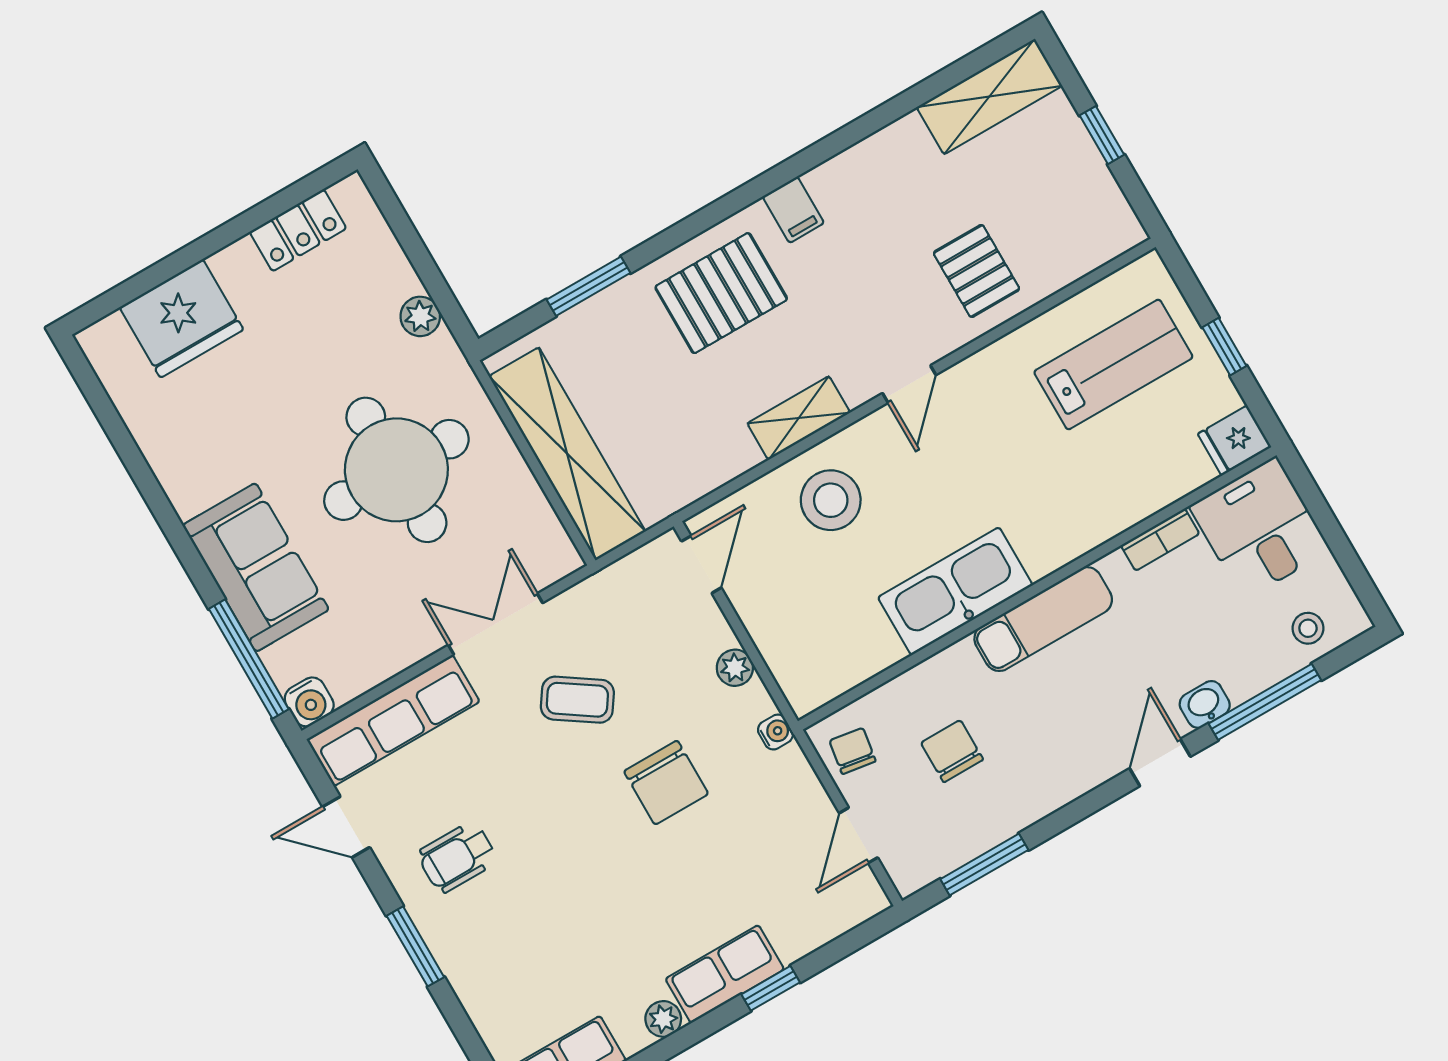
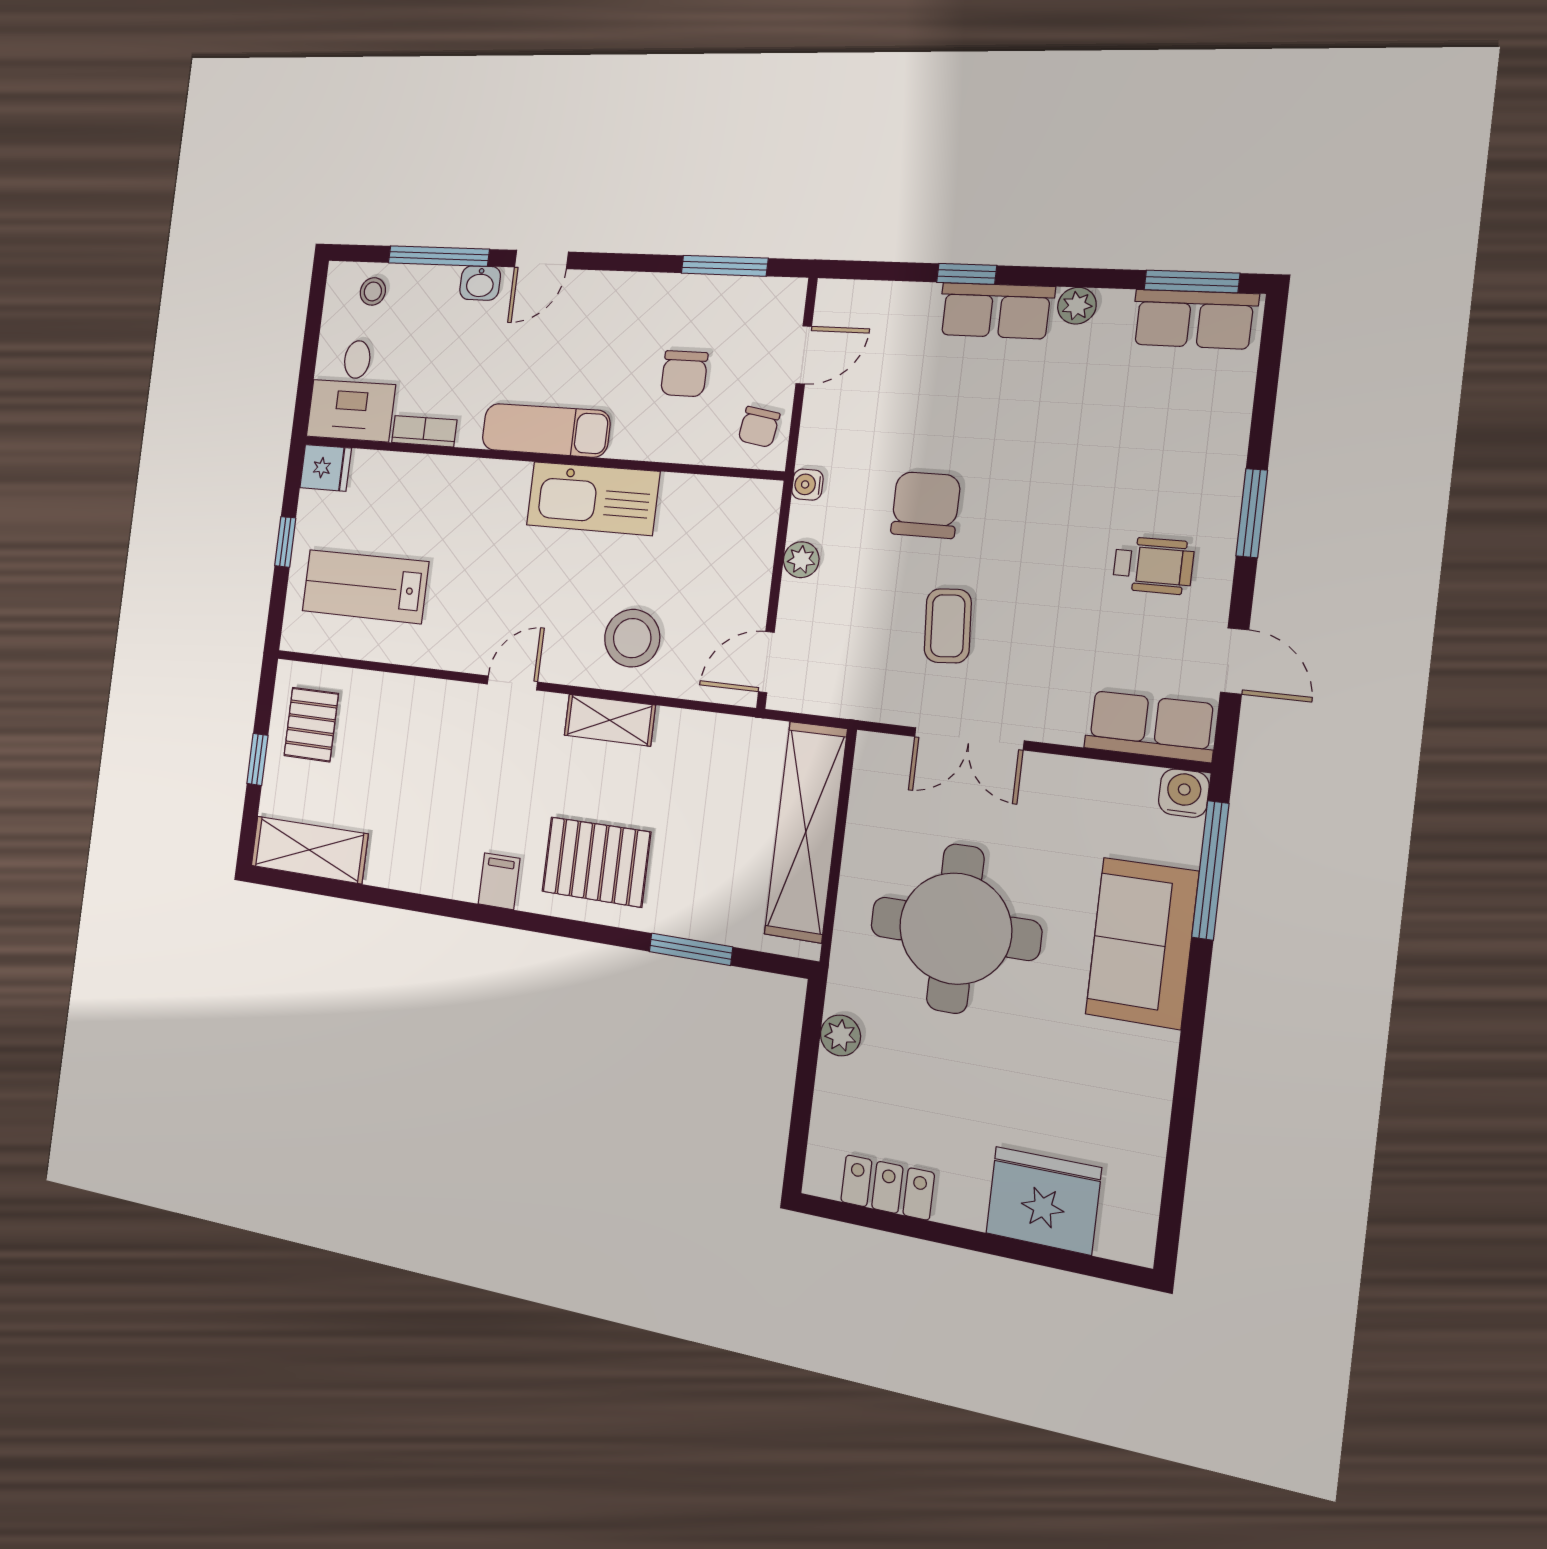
pallet: (977, 271) -> (311, 725), moved
coffee table: (577, 700) -> (948, 626), turned 52
row of seats: (393, 720) -> (1151, 726), width x0.68

